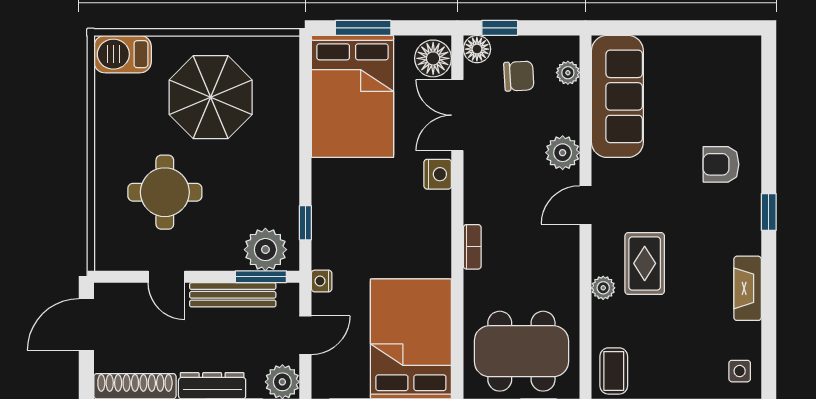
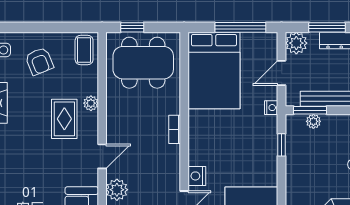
armchair: (721, 164) -> (39, 61), moved, turned 68
plant: (265, 250) -> (313, 121), width x0.53, depth x0.53

